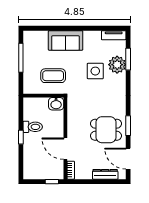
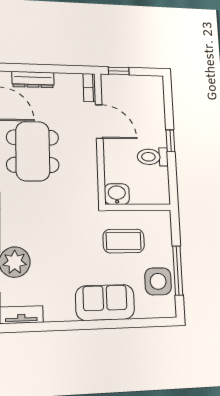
side table: (95, 71) -> (158, 281), moved
dining table: (106, 130) -> (33, 151), width x1.38

